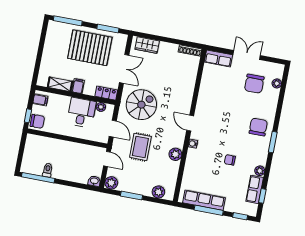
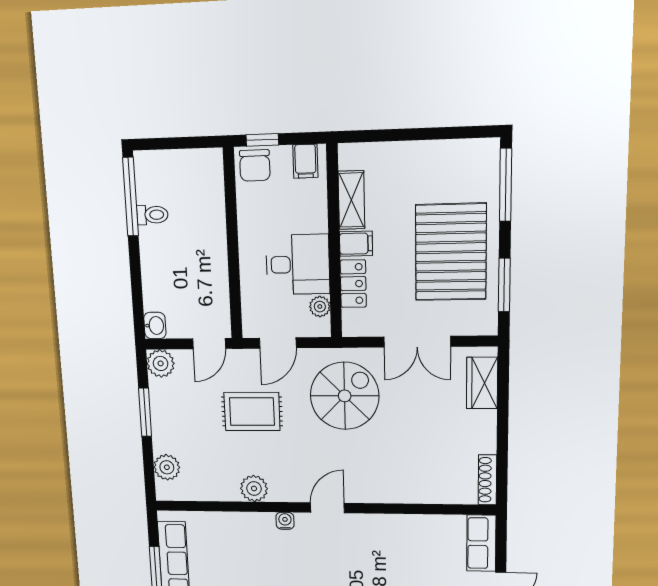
locker: (106, 93) -> (353, 284), moved
spiral stairs: (141, 105) -> (345, 396), turned -90

